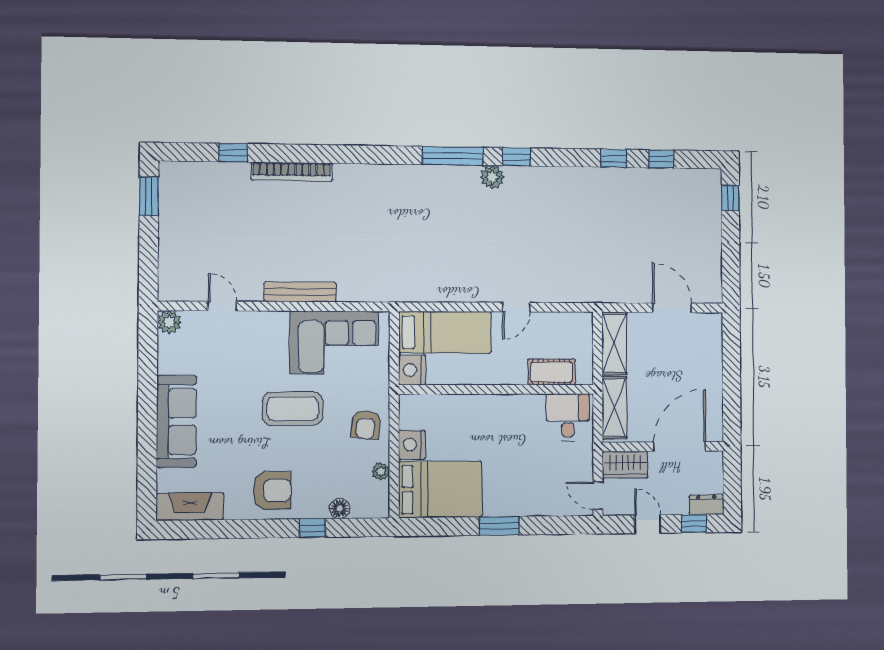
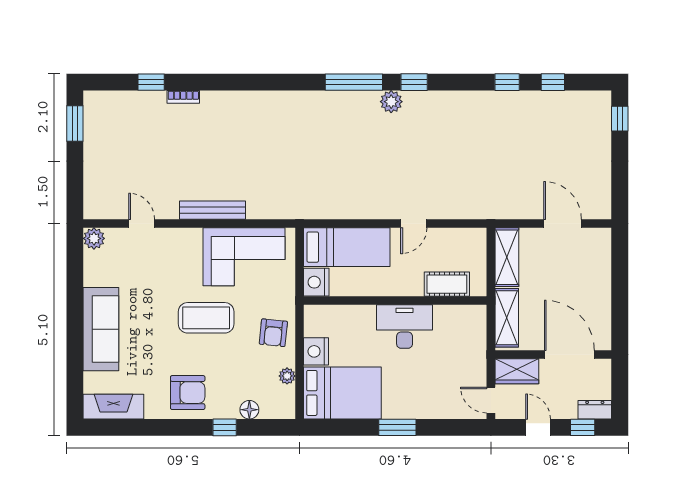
bookcase: (292, 172) -> (183, 97), width x0.43, depth x0.76
desk: (568, 417) -> (405, 327), moved, width x1.37
door: (680, 446) -> (569, 355), hinge flipped

